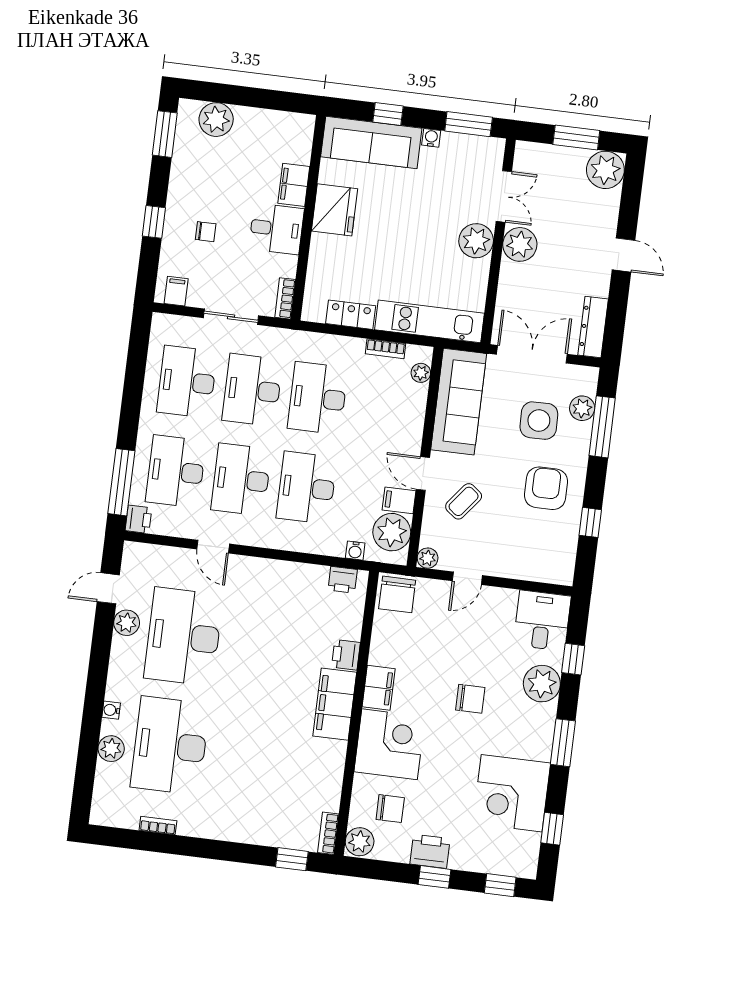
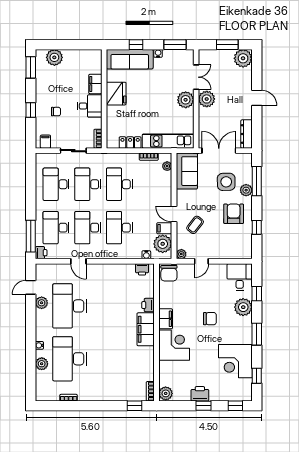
sofa: (459, 402) -> (187, 171), width x0.73
plant: (582, 408) -> (246, 190), moved
chair: (390, 809) -> (178, 376), removed

